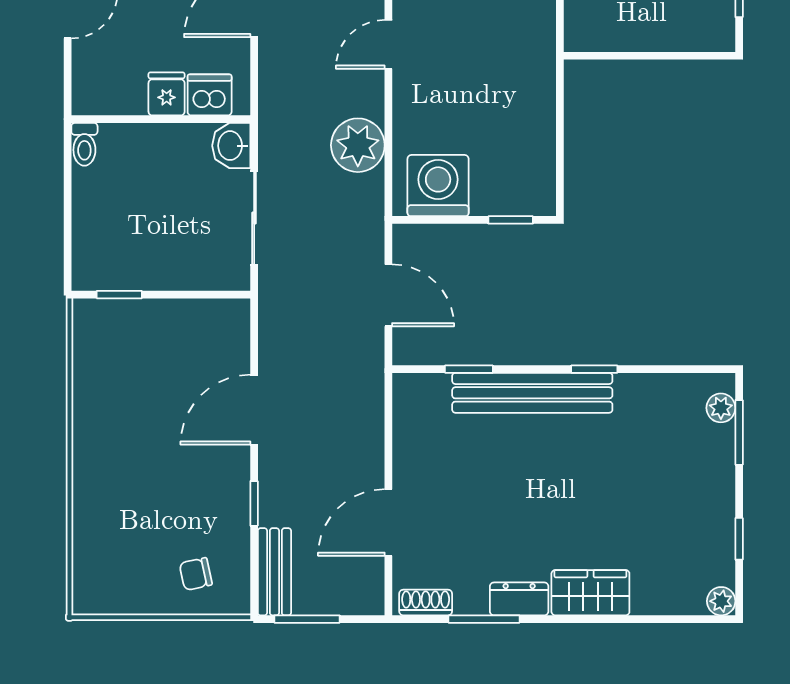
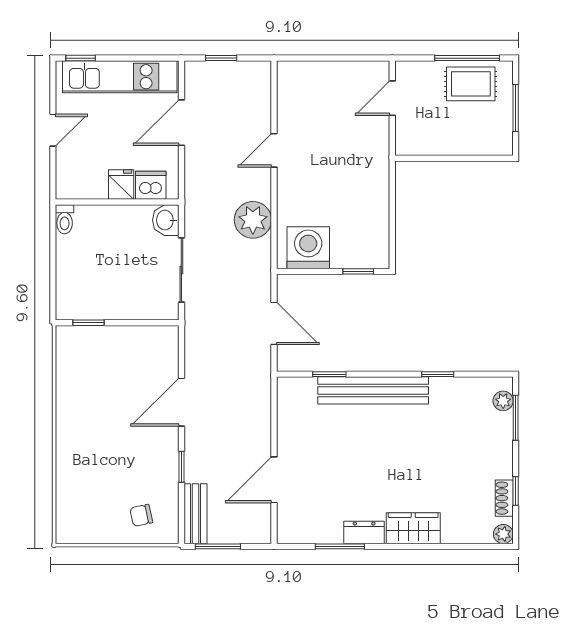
window: (594, 369) -> (438, 374), moved
shoe rack: (426, 603) -> (504, 498), moved, turned -90

